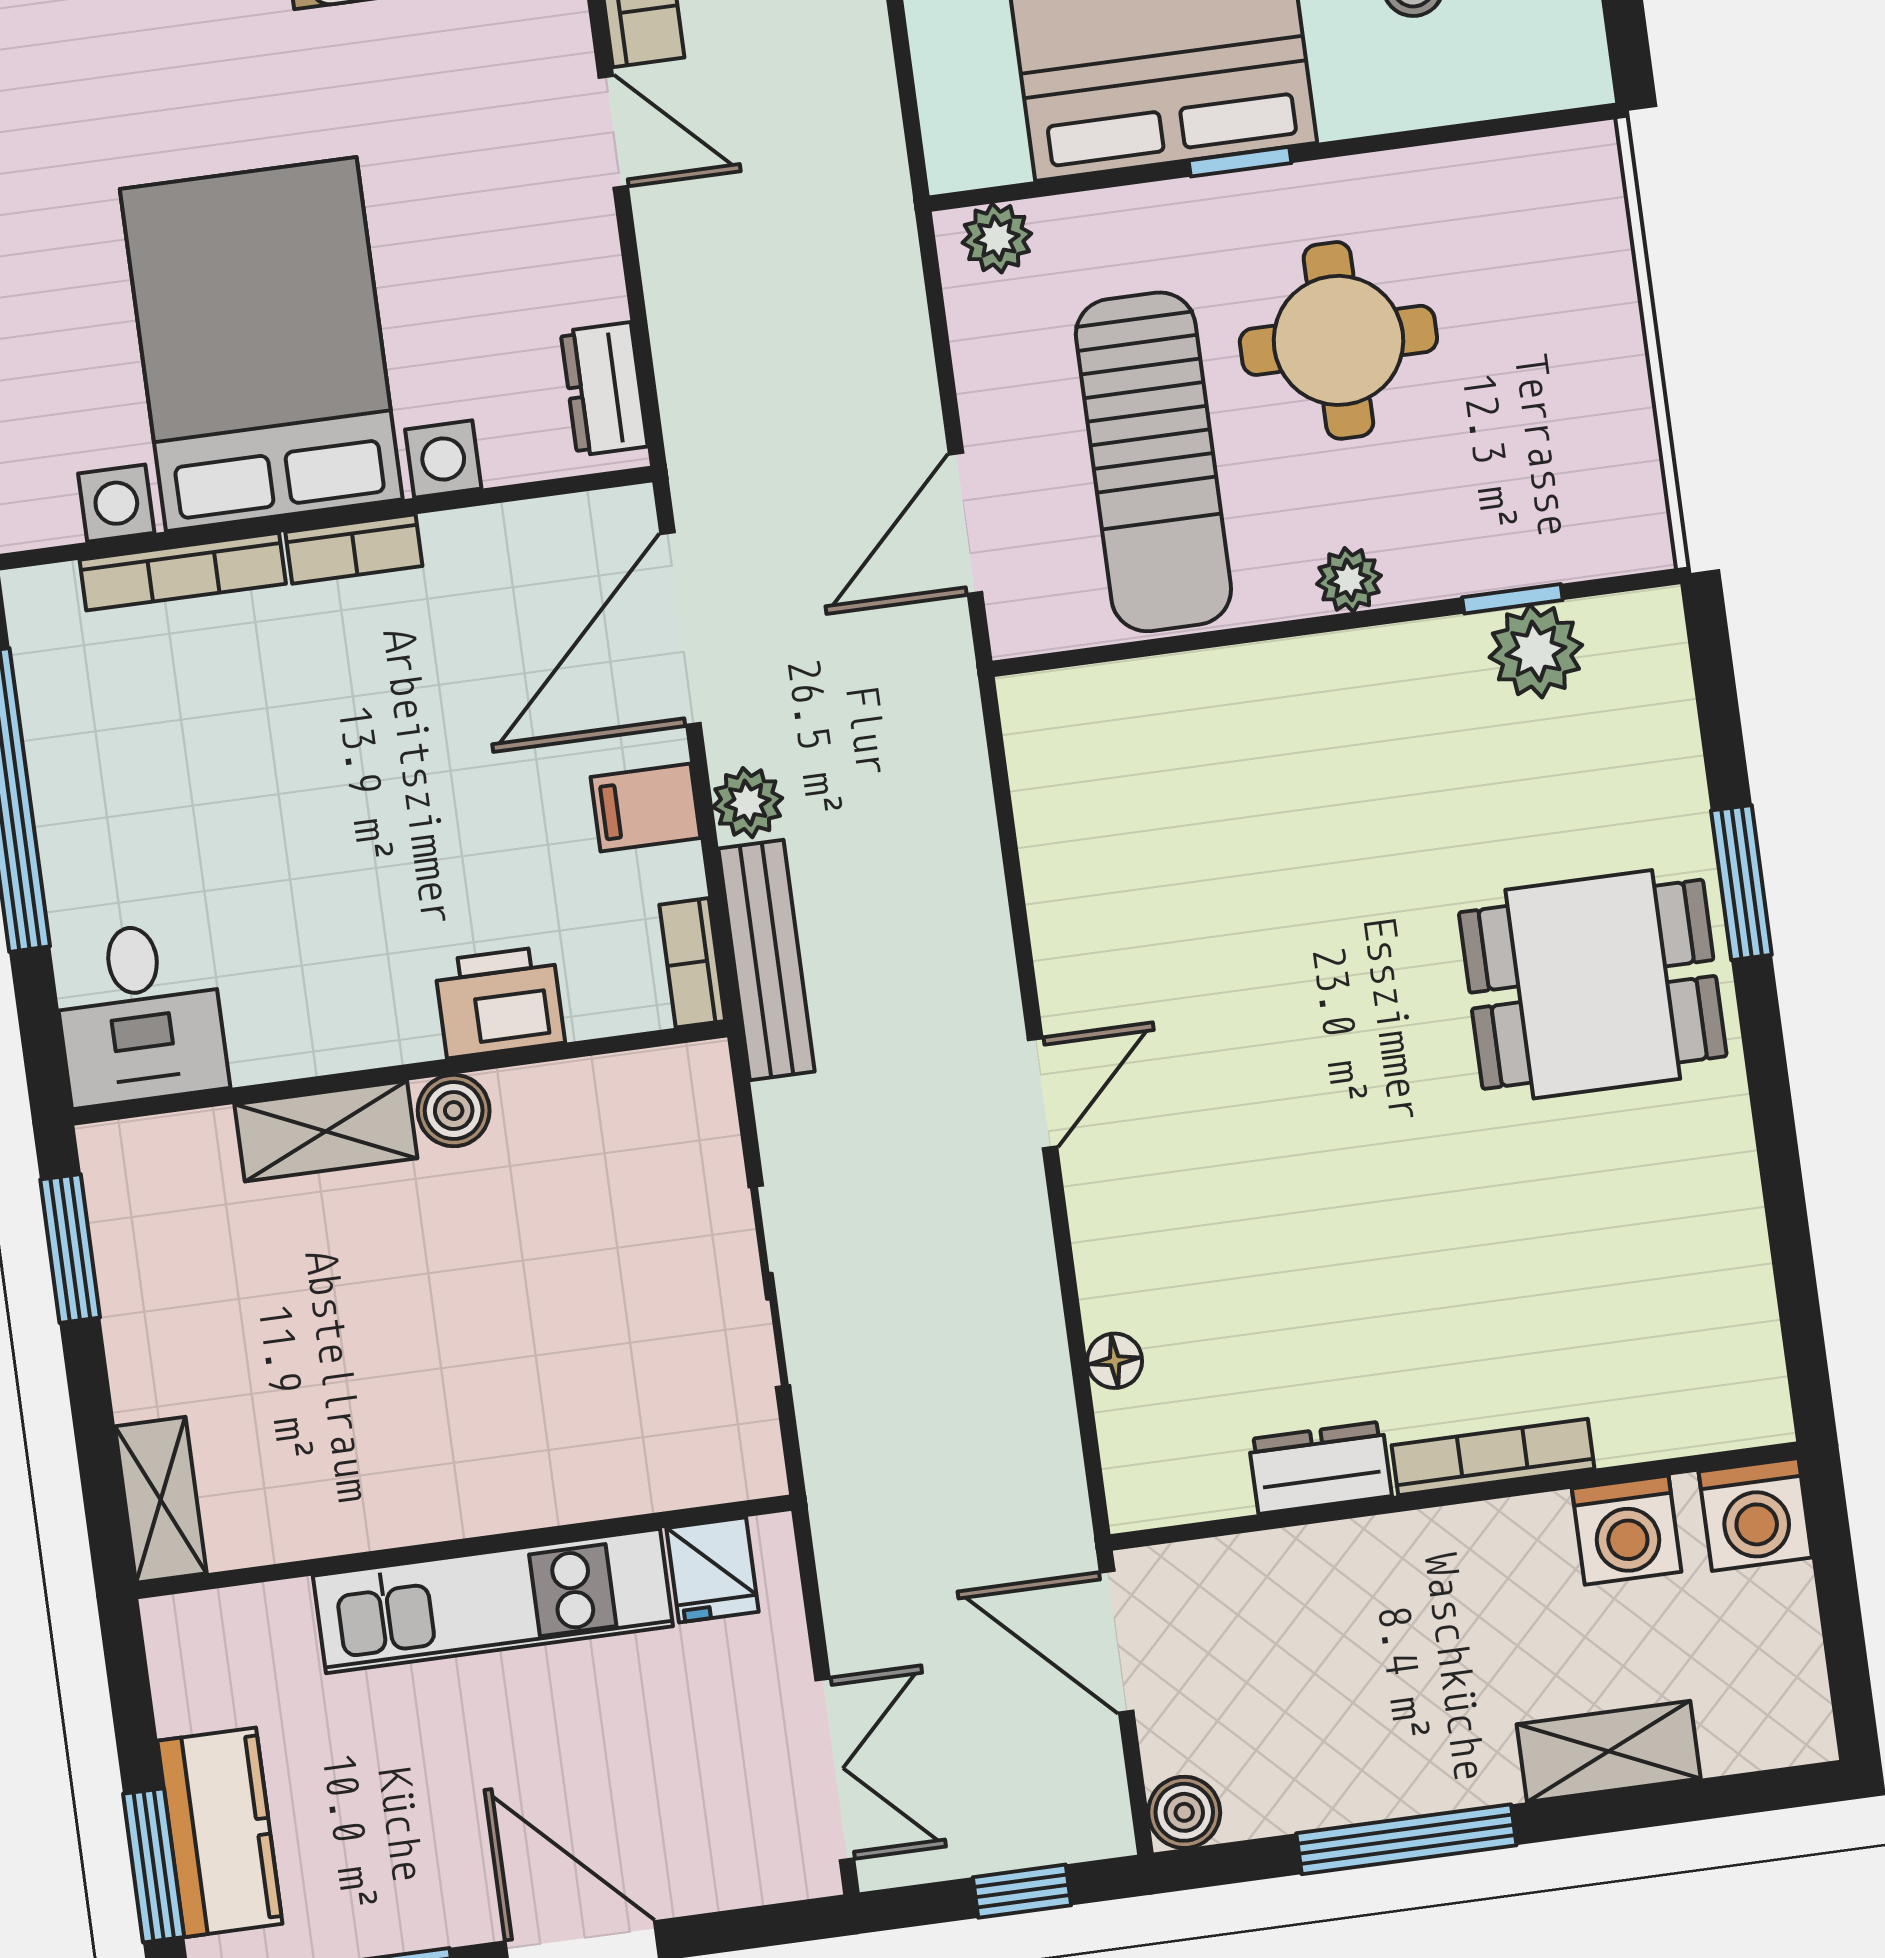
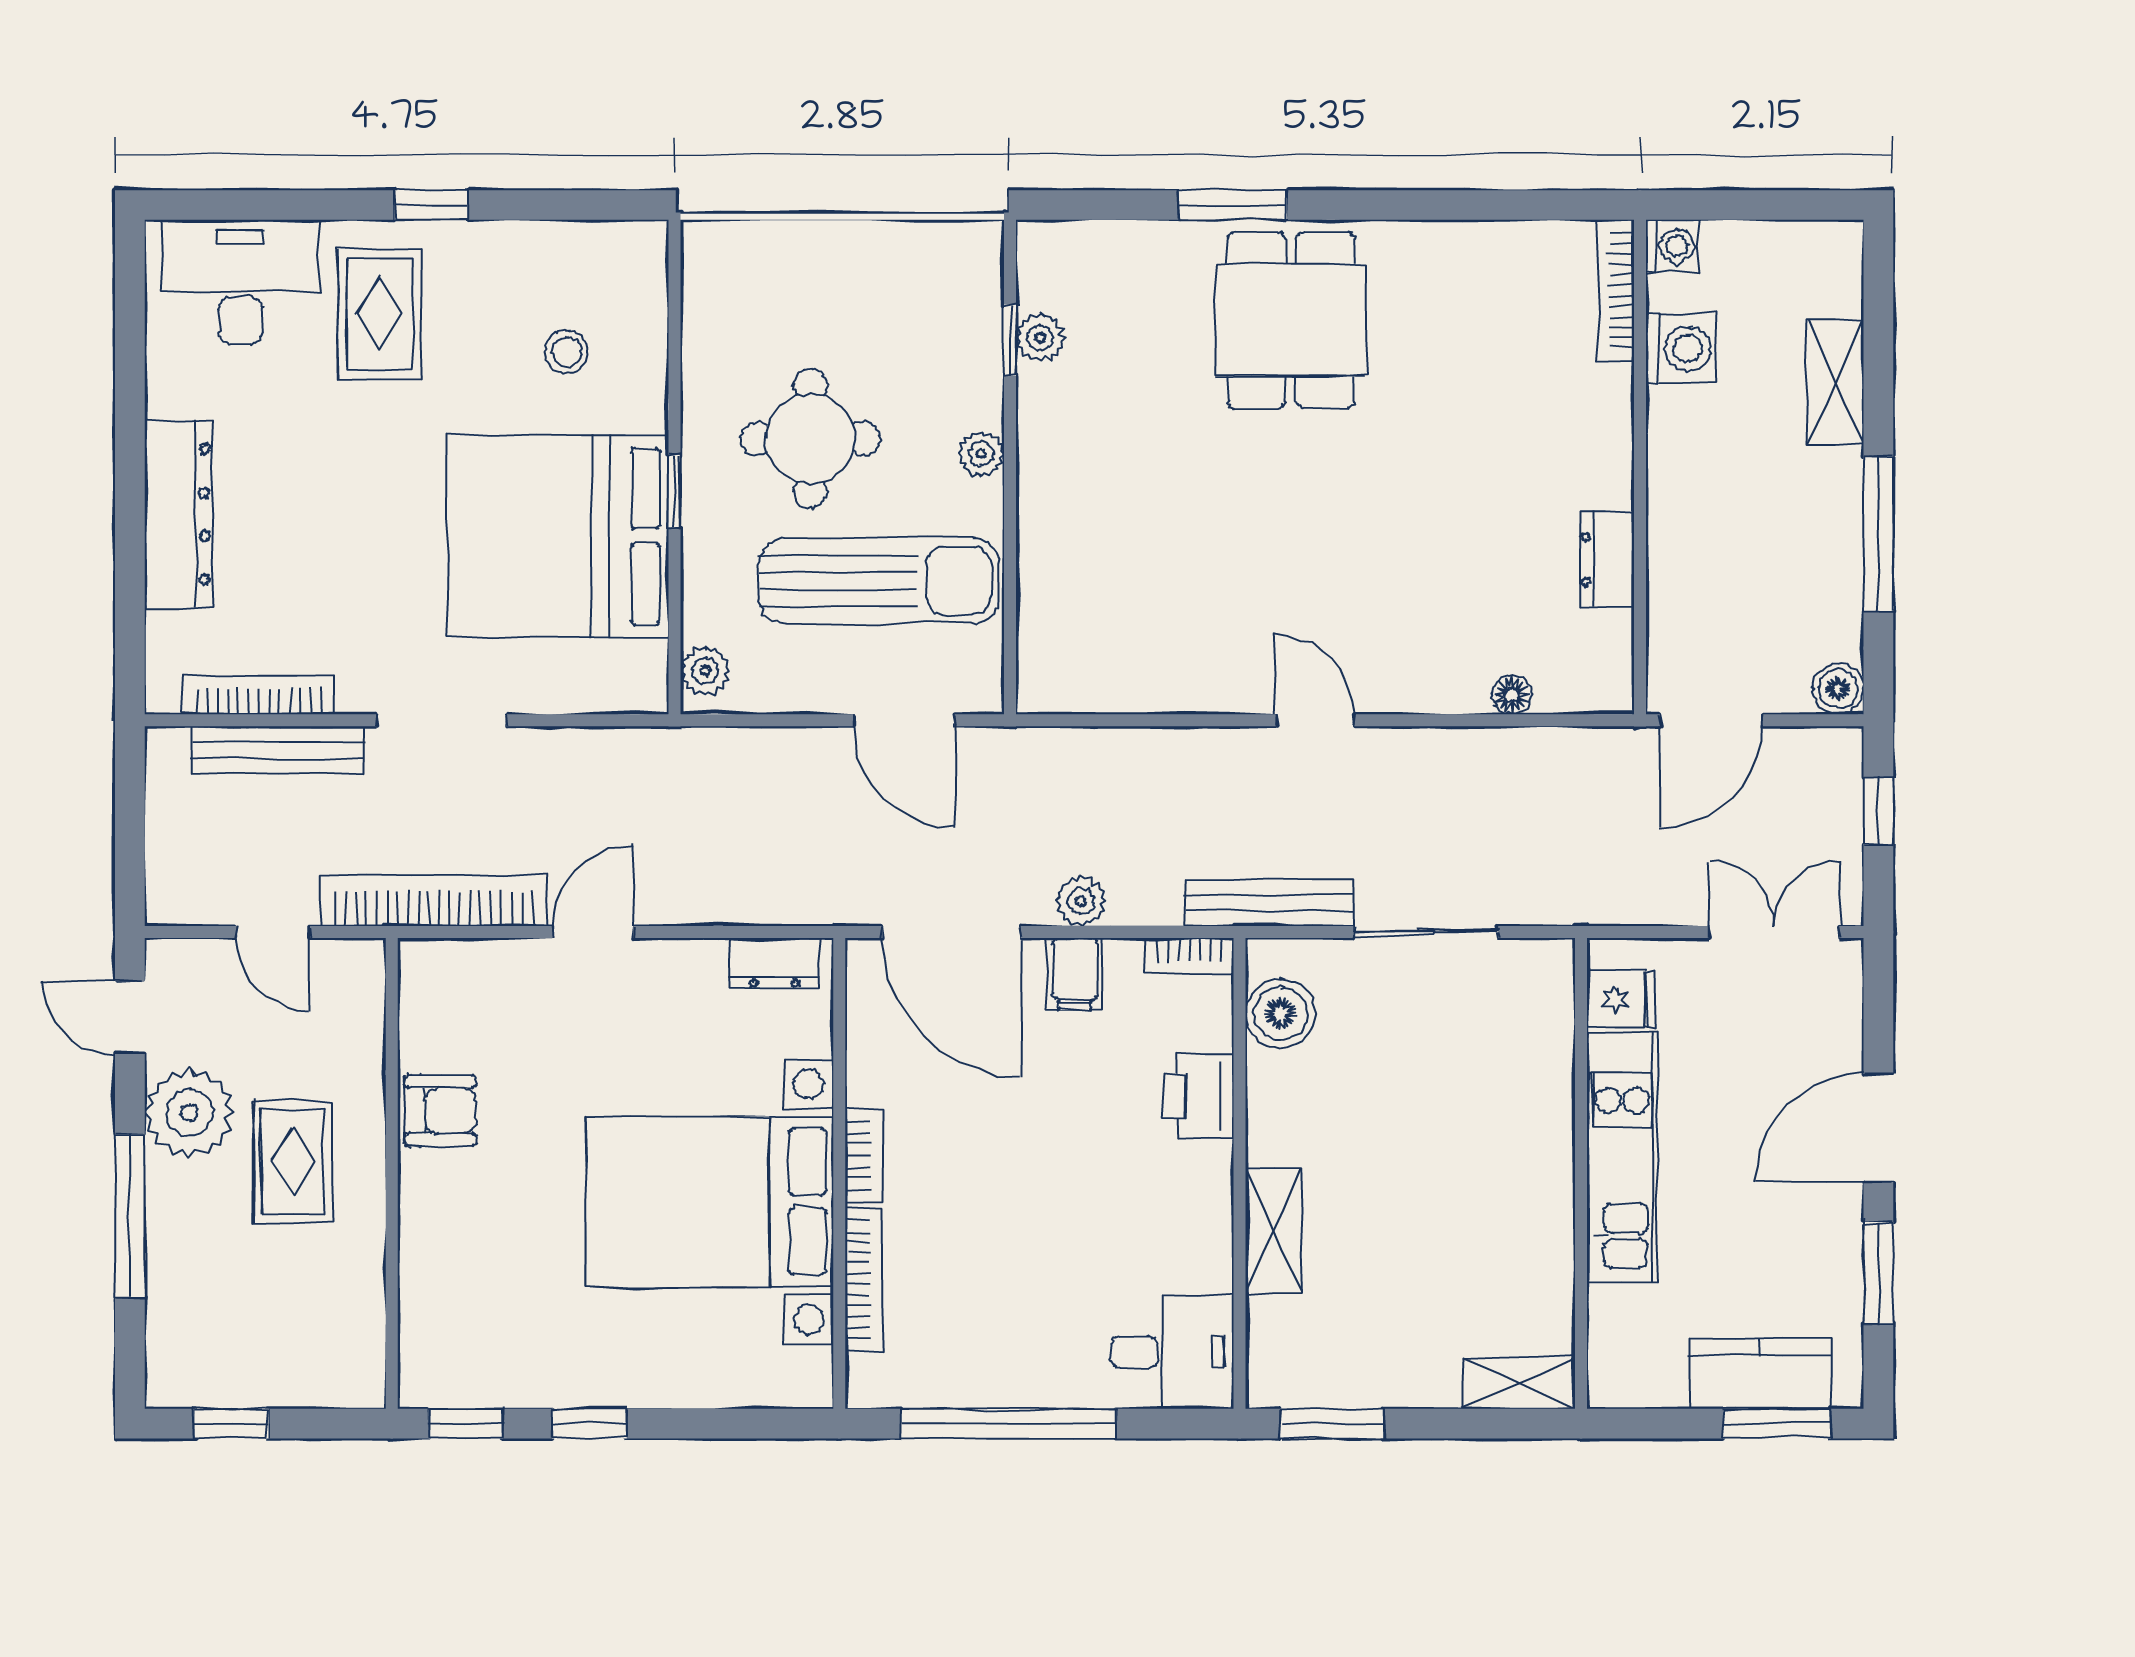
plant: (1536, 651) -> (1040, 338), width x0.73, depth x0.73
bench: (767, 960) -> (1270, 903), moved
boiler: (454, 1111) -> (1280, 1014), moved, width x1.36, depth x1.36
bookcase: (1493, 1457) -> (1616, 290), moved
washing machine: (1755, 1514) -> (1672, 246), width x0.73, depth x0.73

